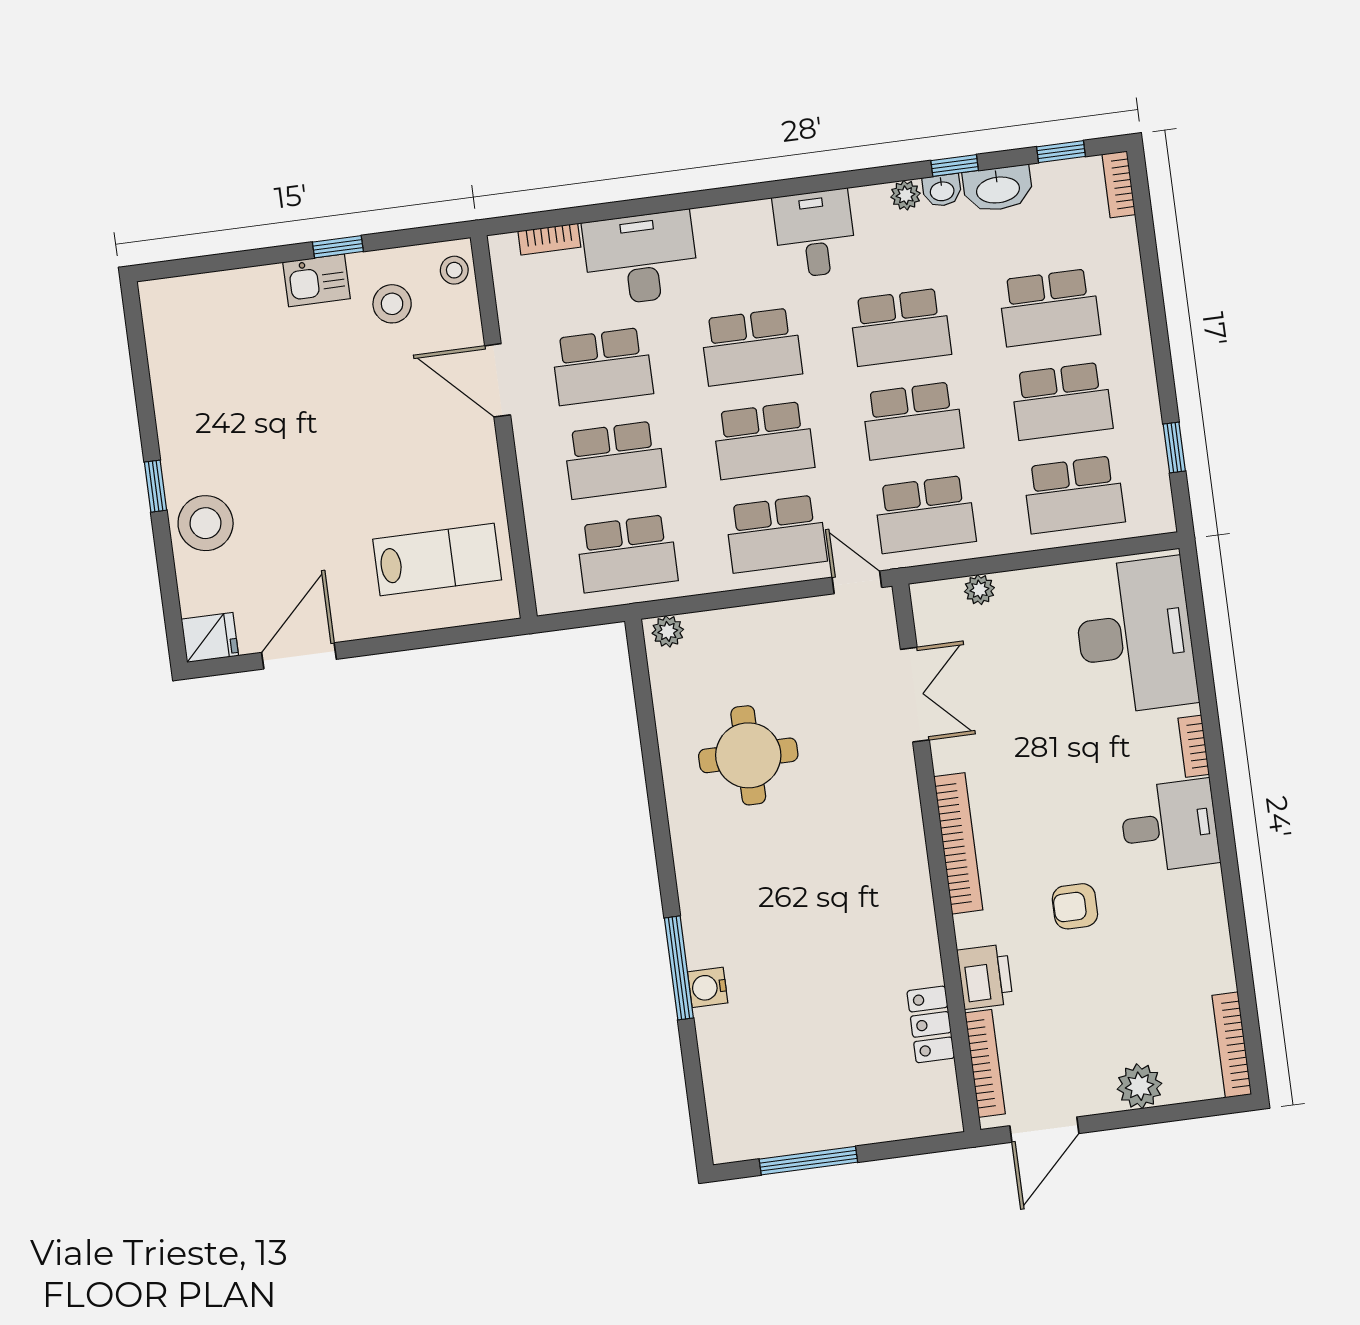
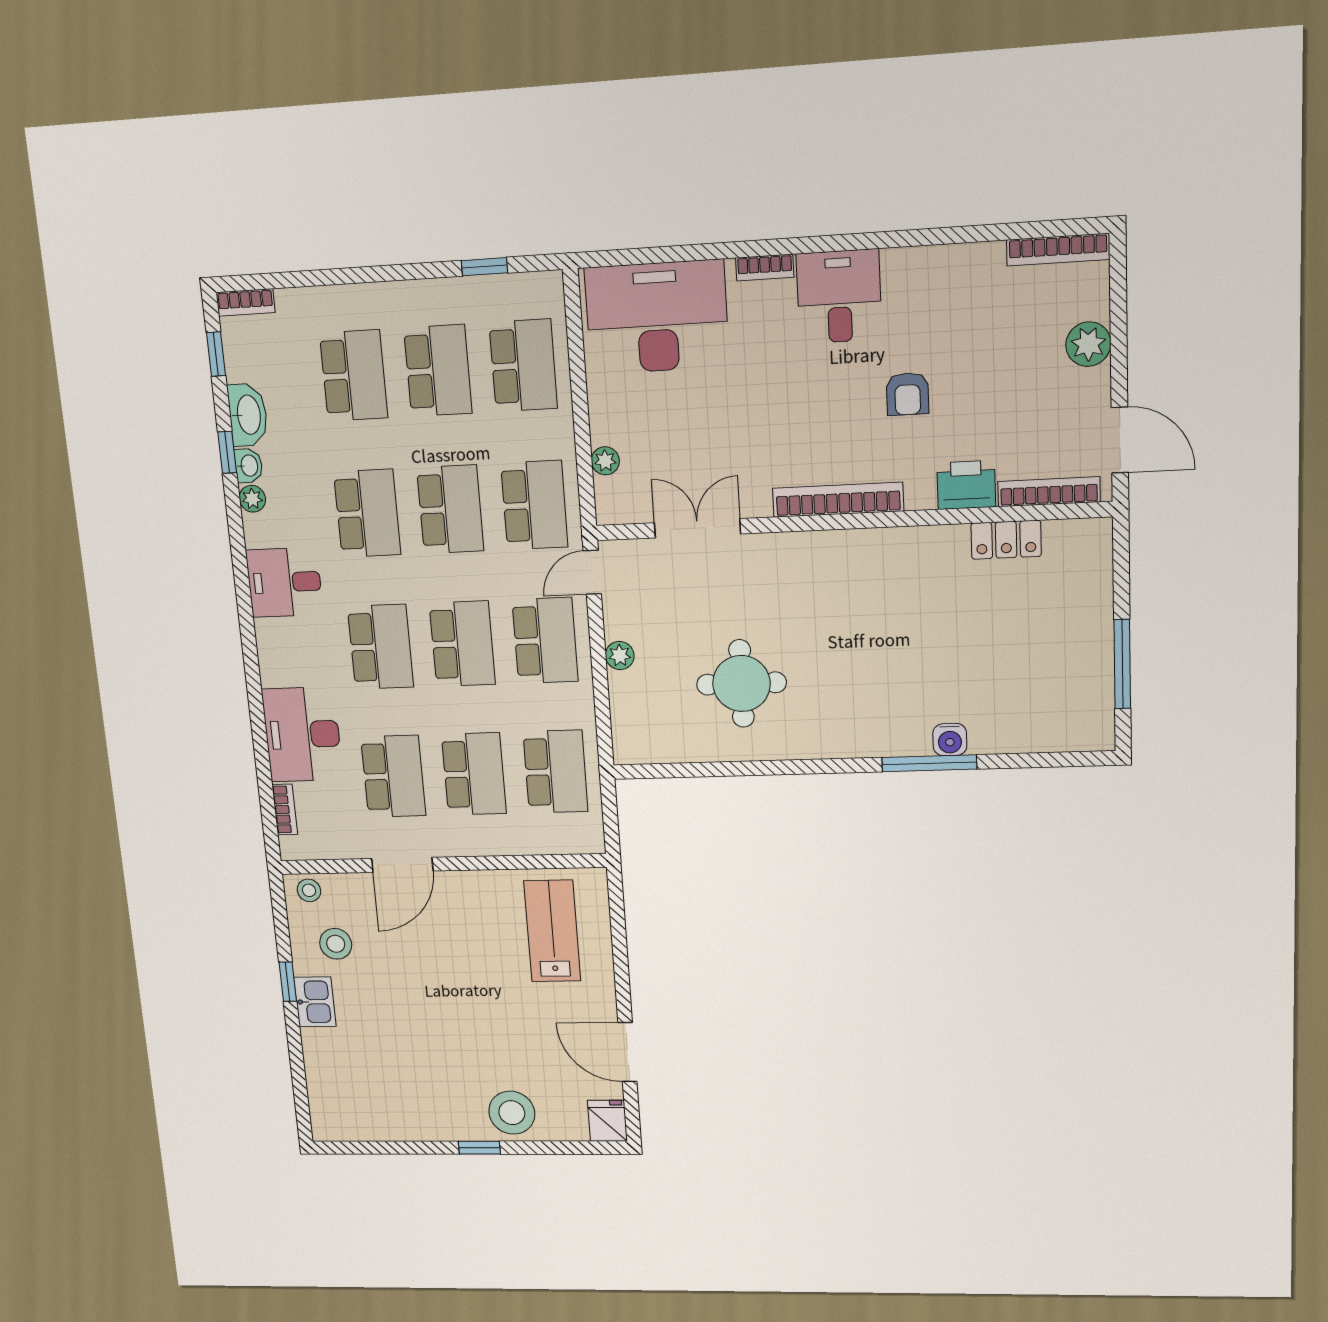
plant: (668, 631) -> (620, 655), moved

